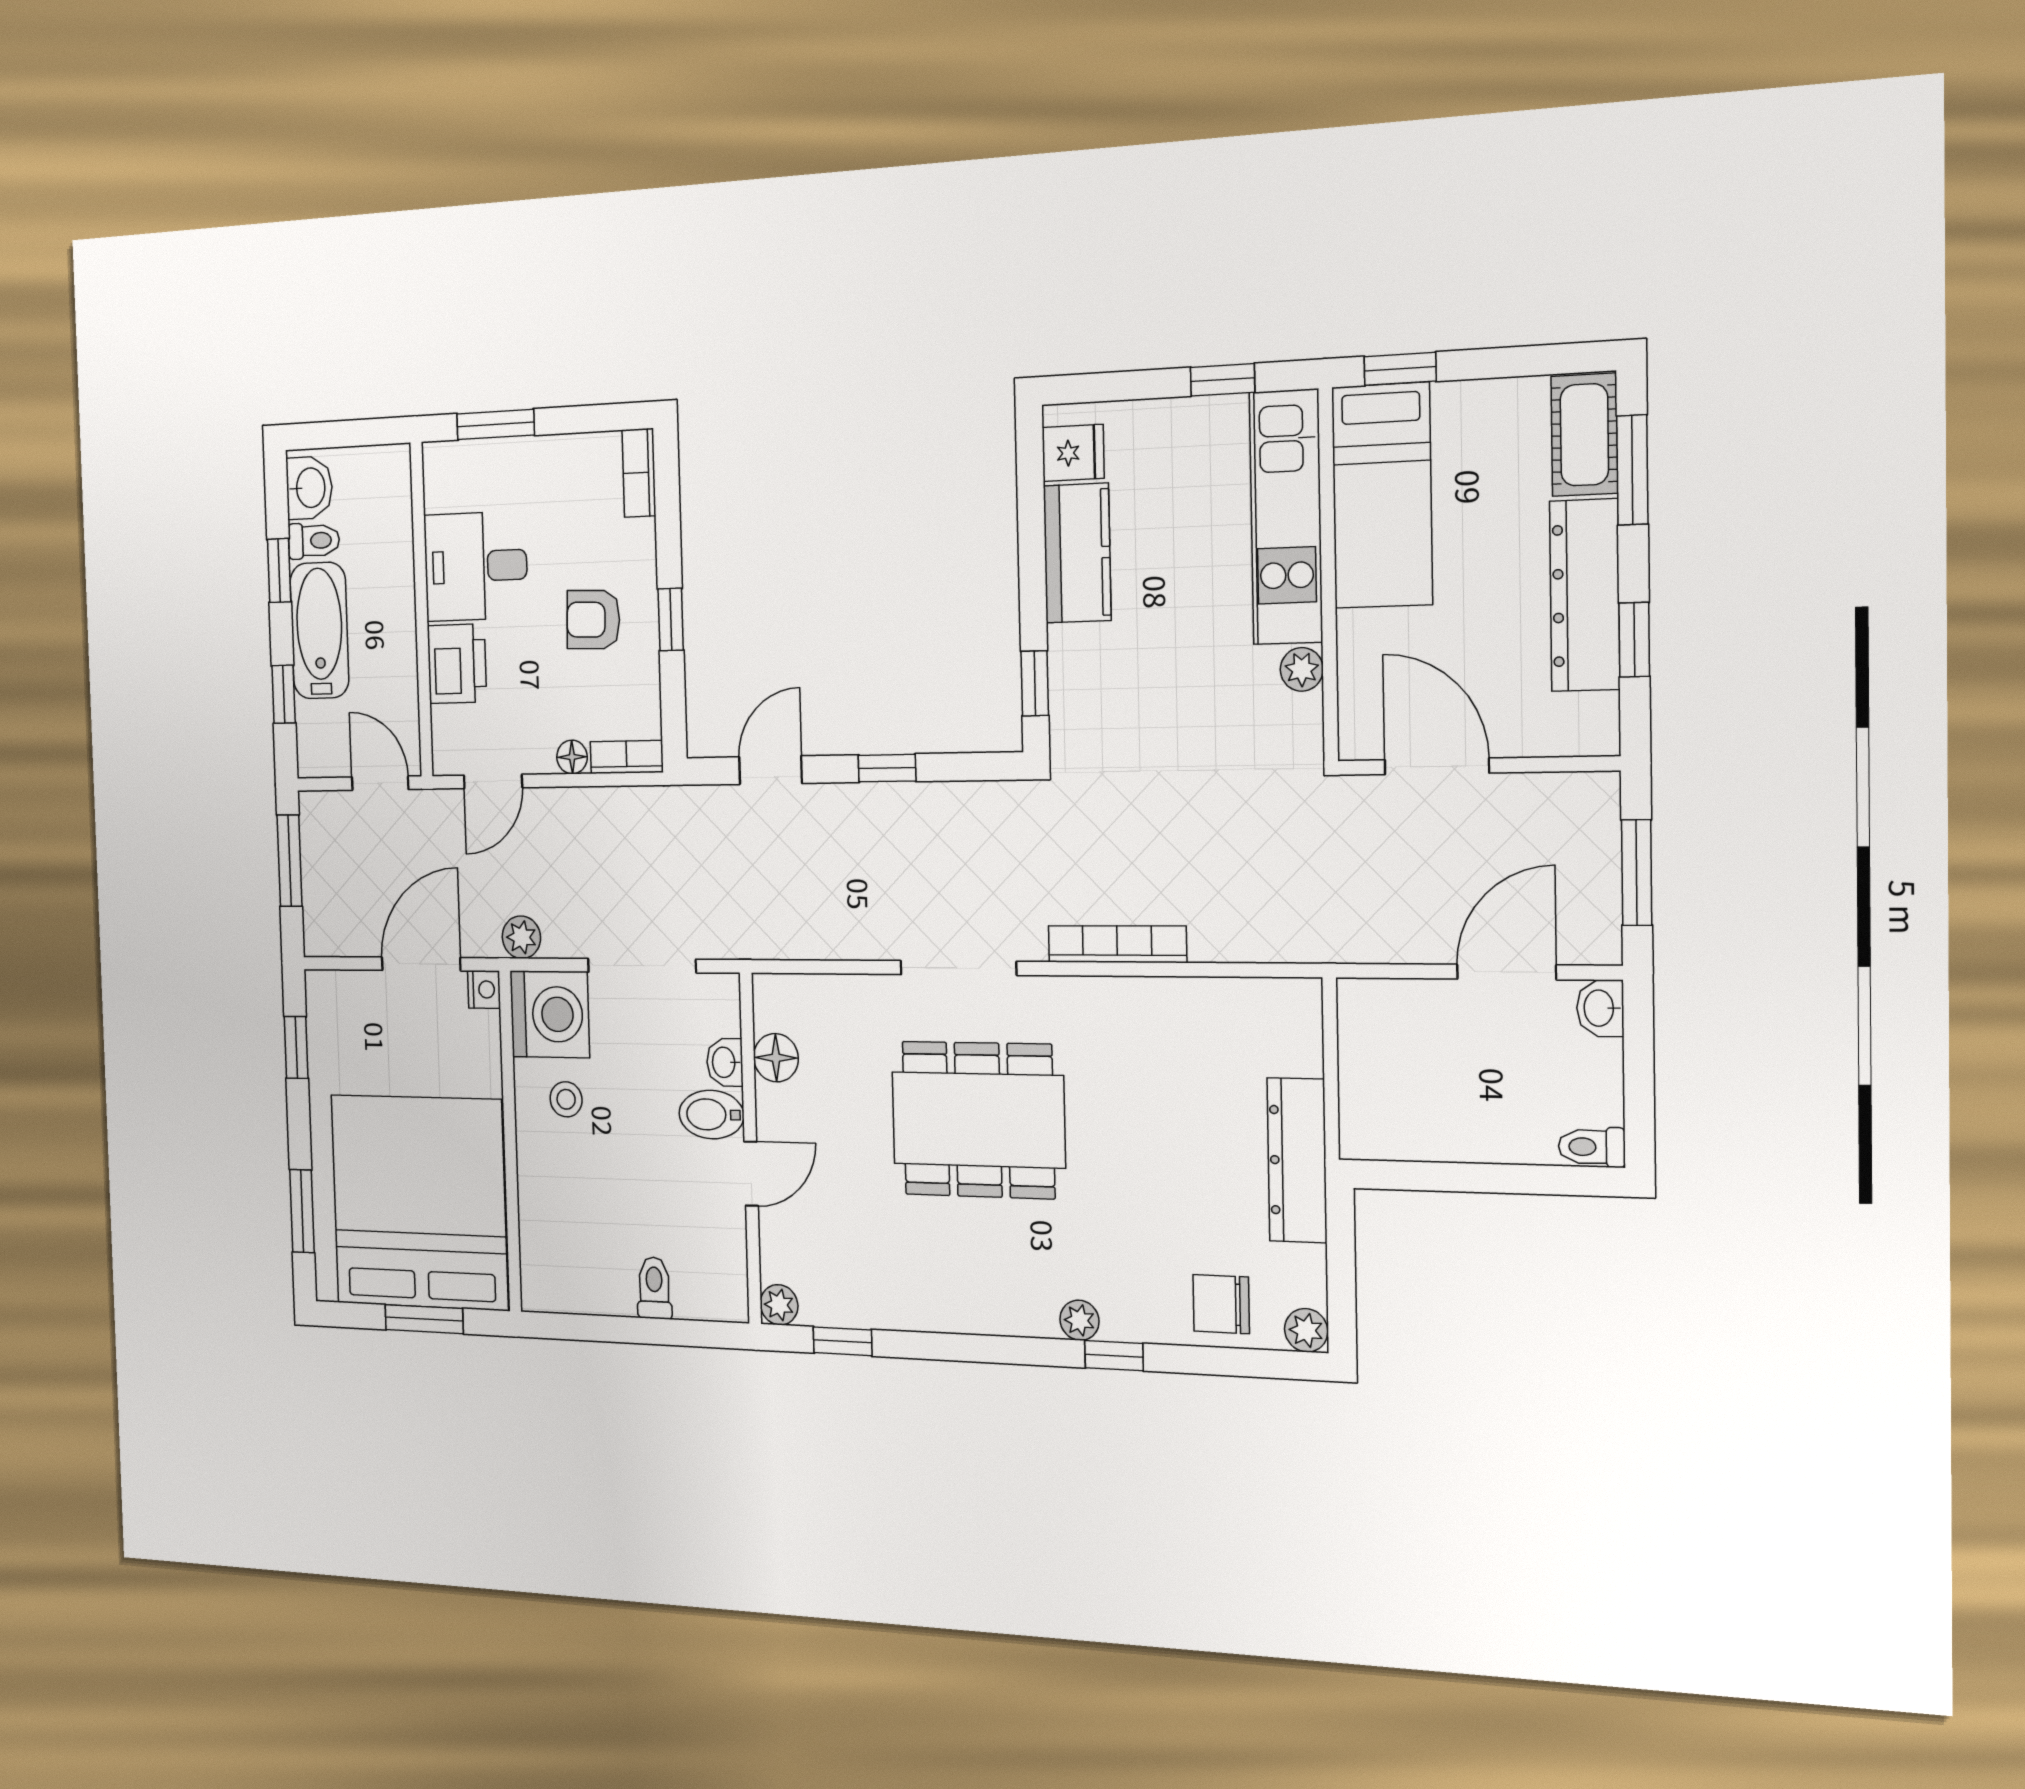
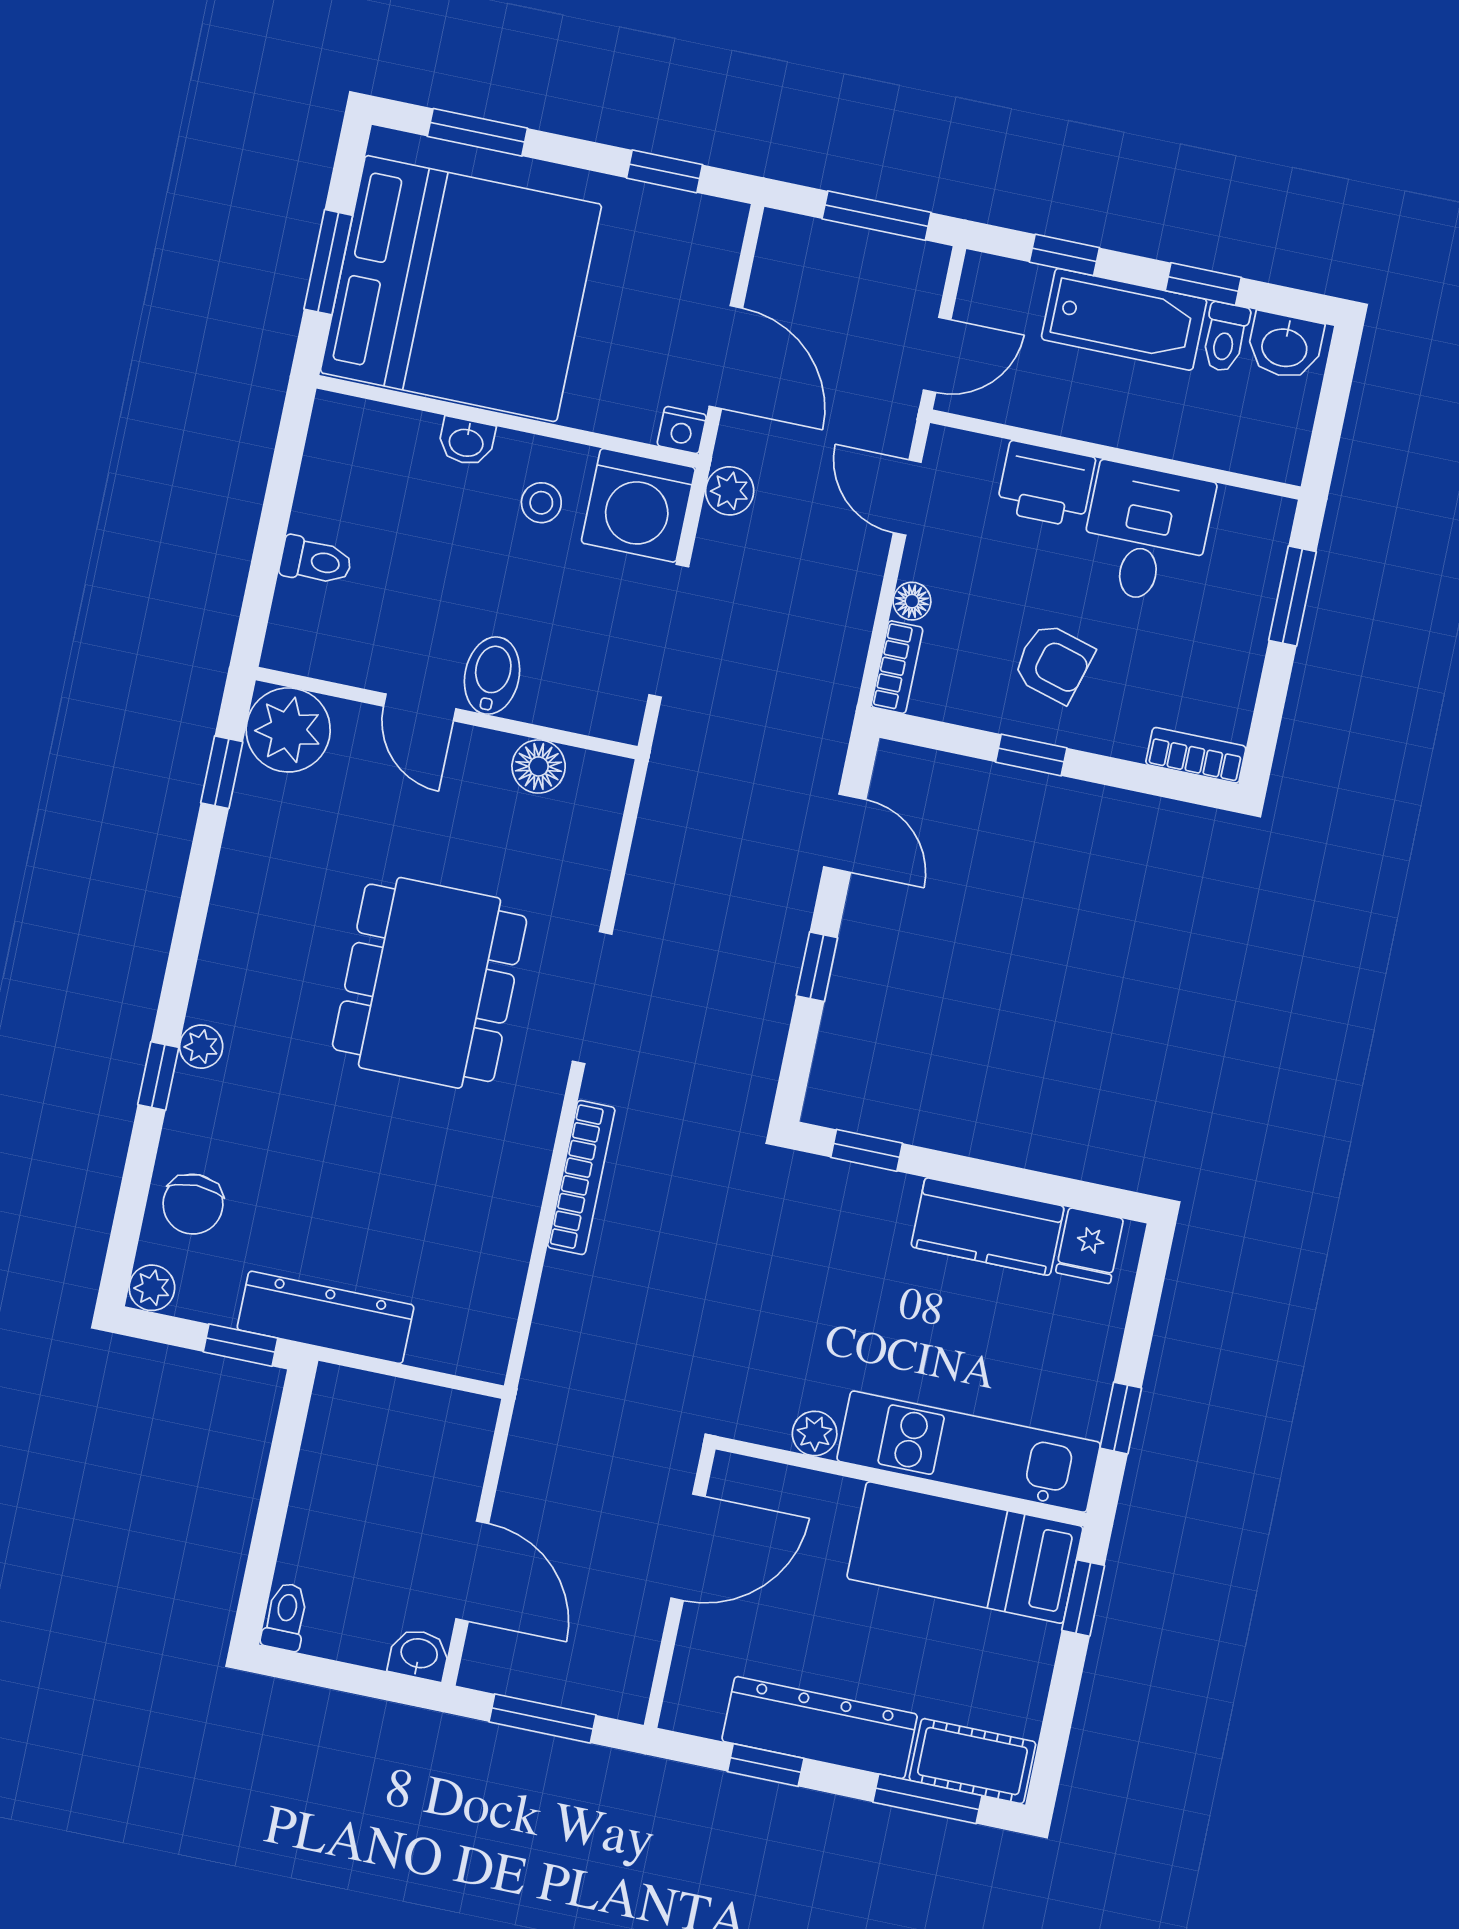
armchair: (593, 620) -> (1053, 663), turned 104
washbasin: (725, 1062) -> (466, 442), moved, turned 180
window: (1341, 1237) -> (240, 1345), added
chair: (1221, 1304) -> (193, 1204), turned 180
plant: (779, 1305) -> (288, 730), width x1.88, depth x1.88

